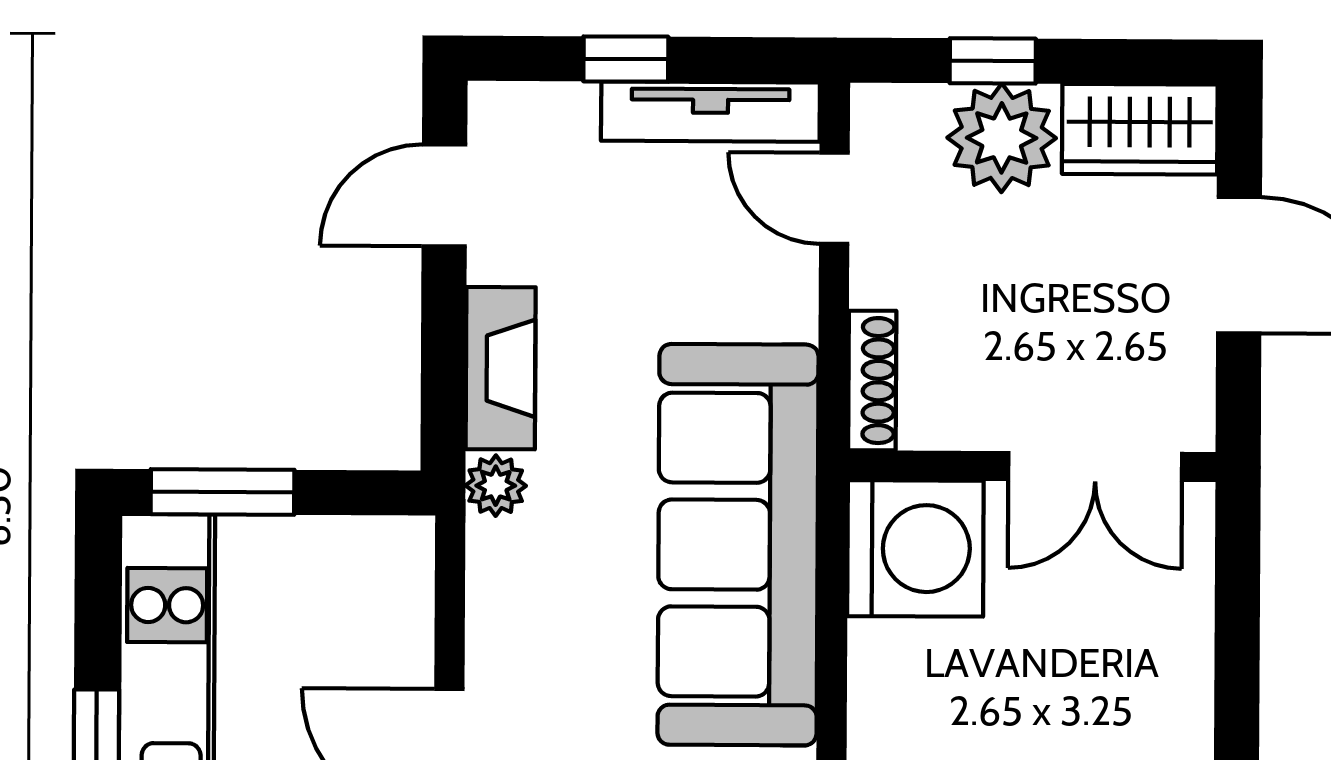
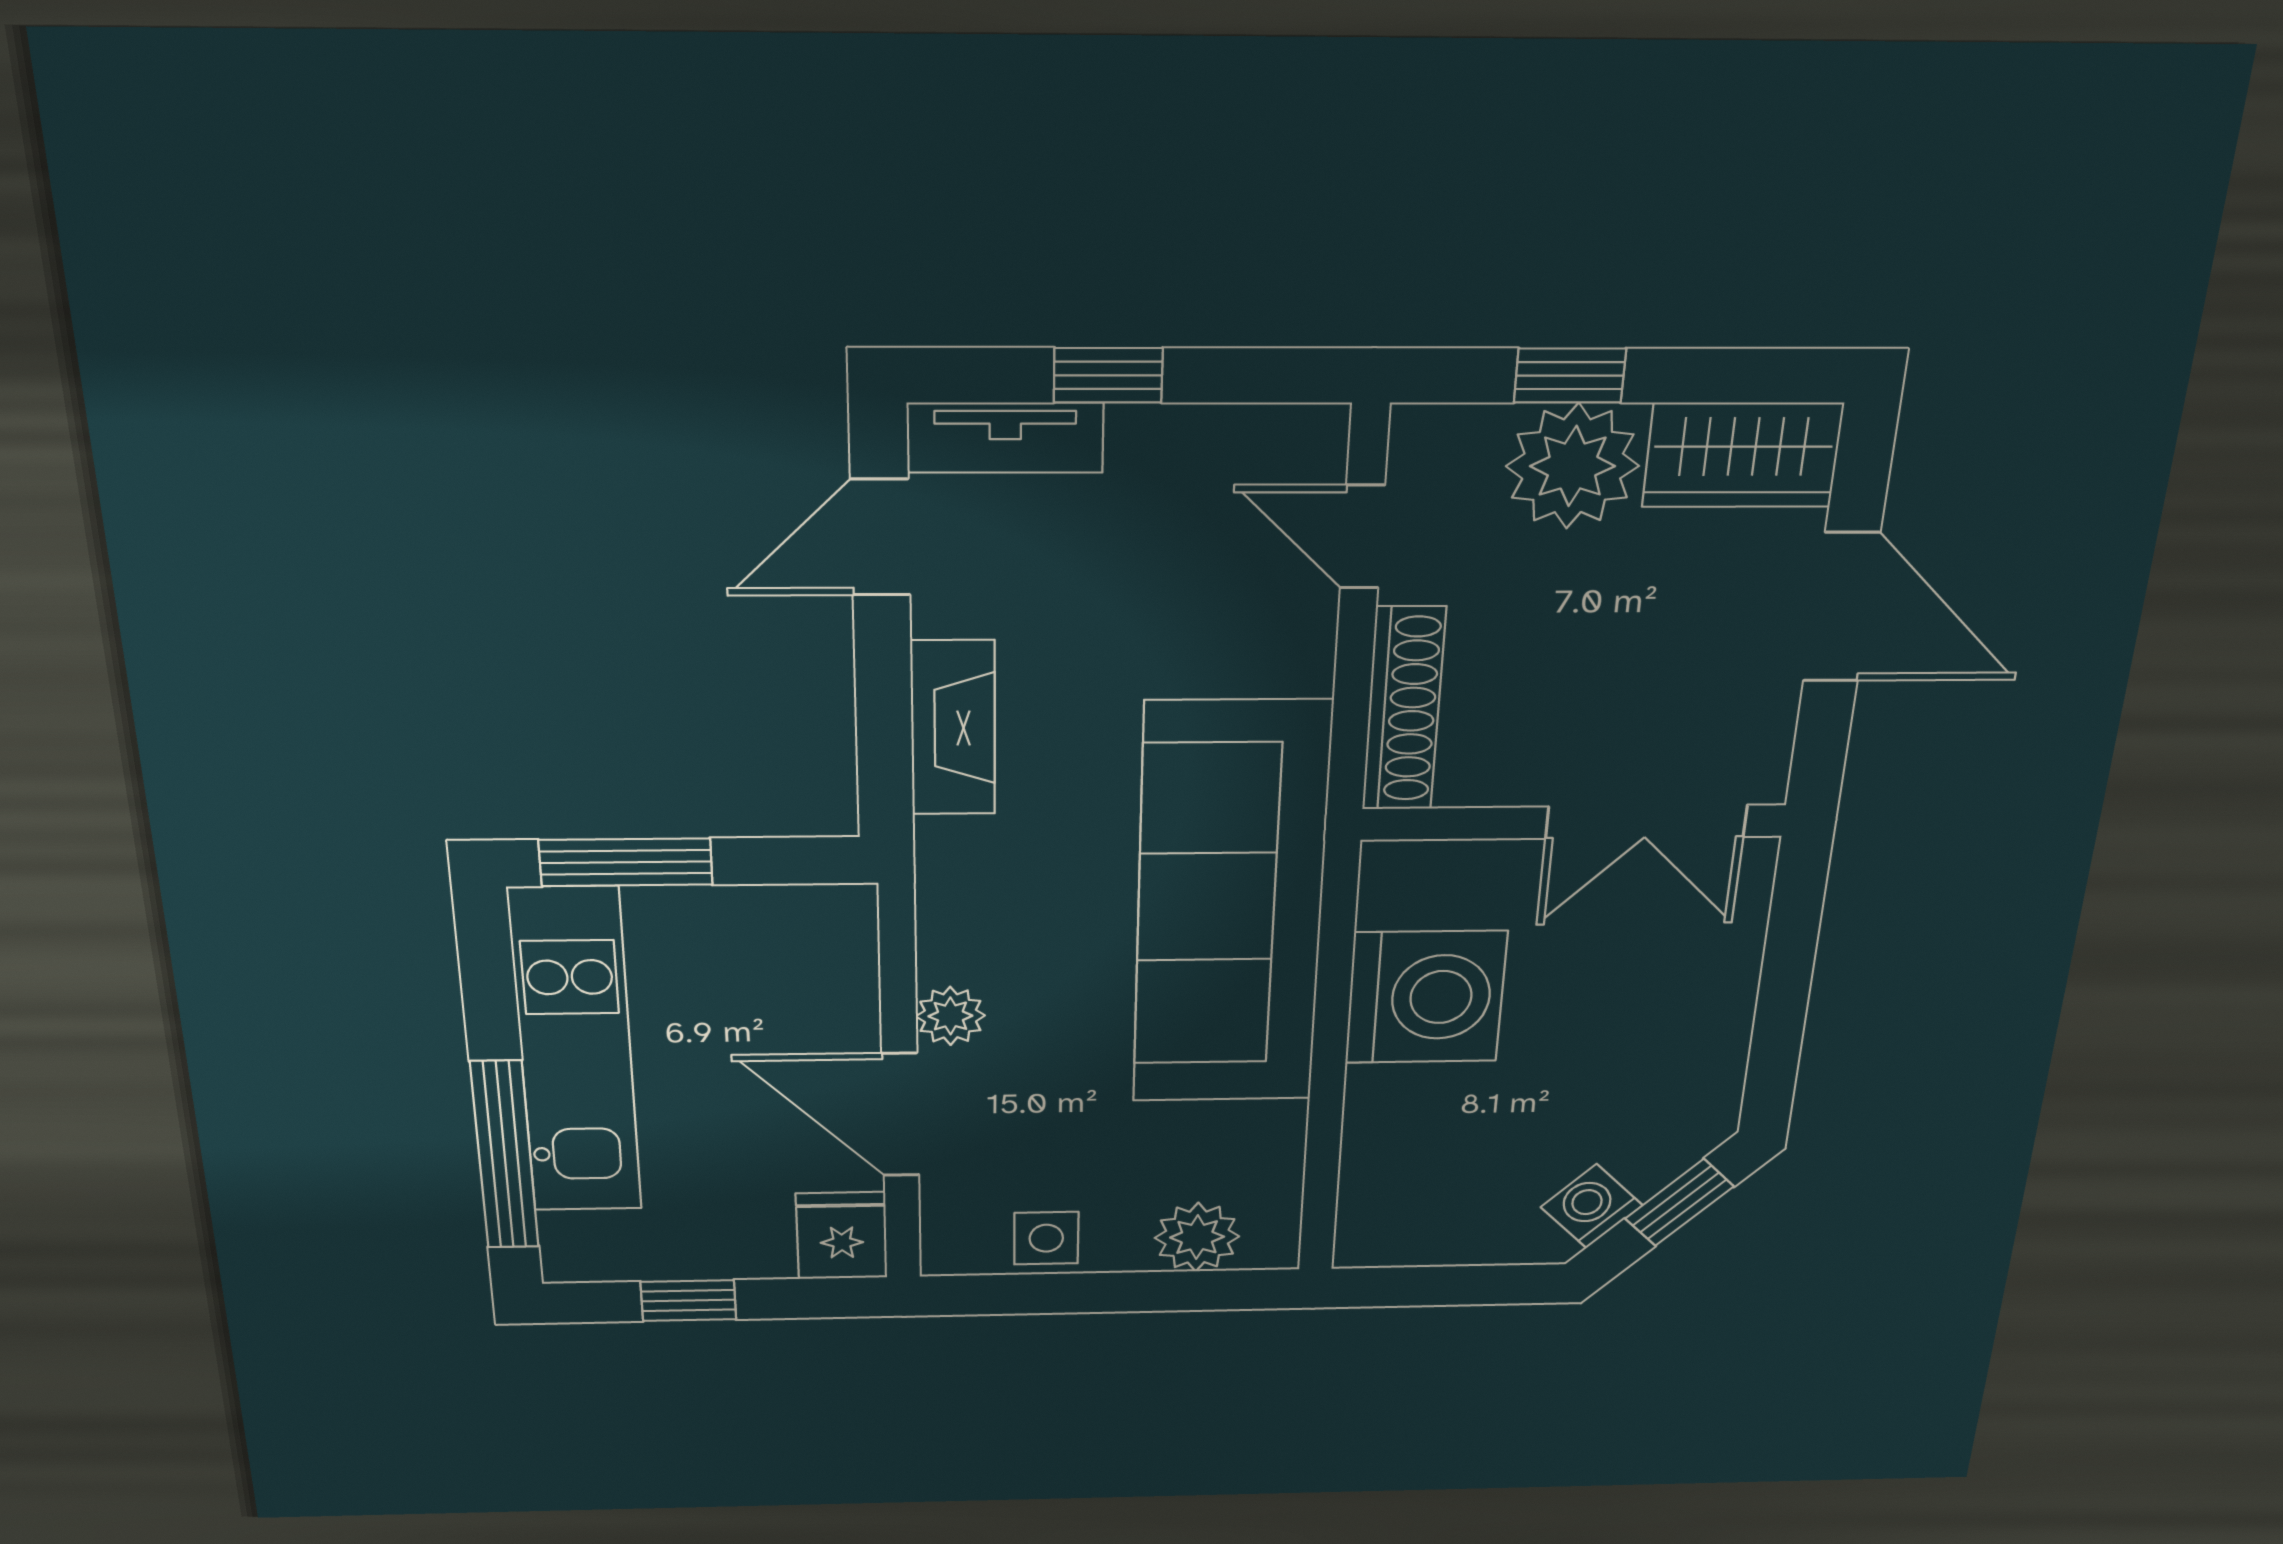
tv unit: (710, 112) -> (1005, 438), moved, width x0.71
shoe rack: (872, 381) -> (1404, 709), width x1.36, depth x1.24
plant: (496, 486) -> (950, 1016), moved
washing machine: (915, 548) -> (1426, 997), moved

